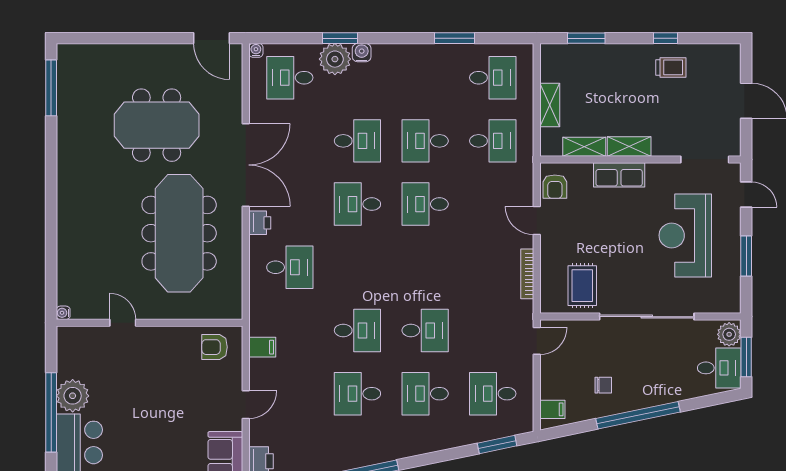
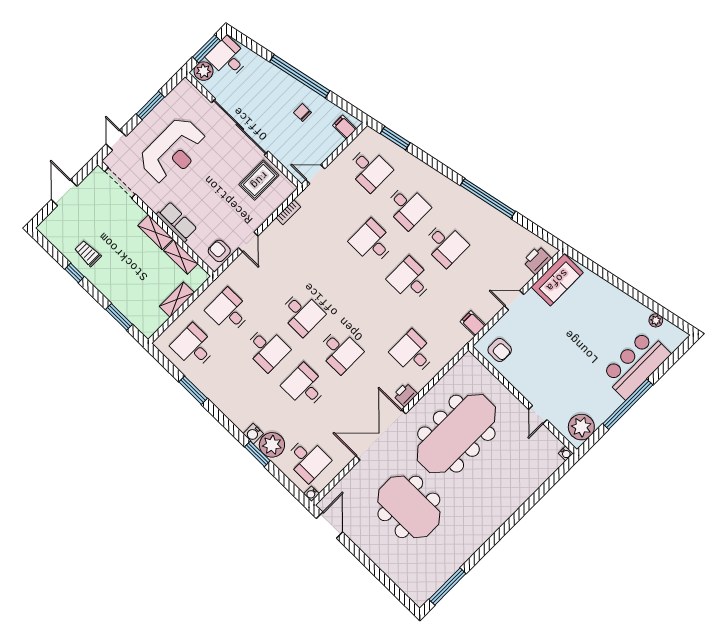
armchair: (555, 187) -> (219, 251), turned -90
bookcase: (527, 274) -> (288, 212), width x0.64
plant: (73, 396) -> (581, 427), moved

